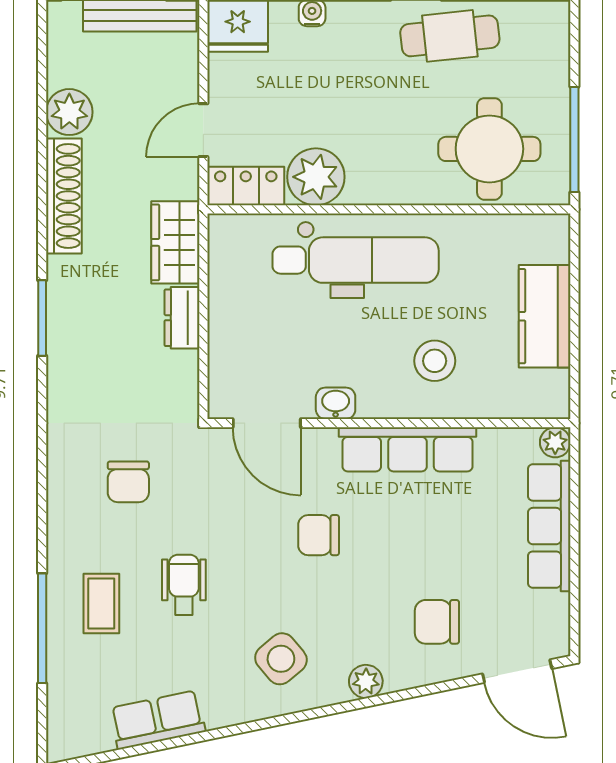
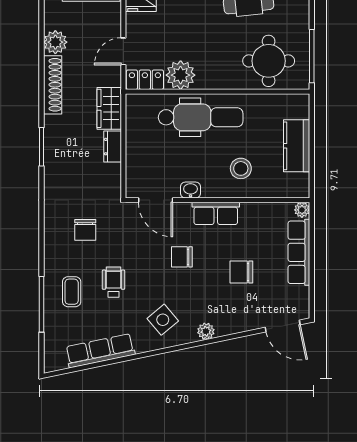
row of seats: (407, 449) -> (216, 213), width x0.68
chair: (437, 622) -> (241, 272), moved
row of seats: (158, 720) -> (100, 351), width x1.48

